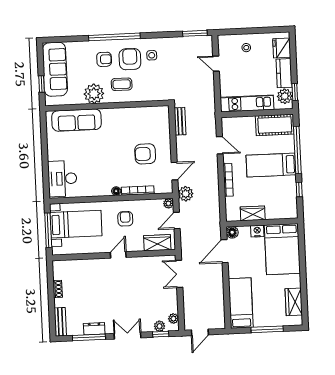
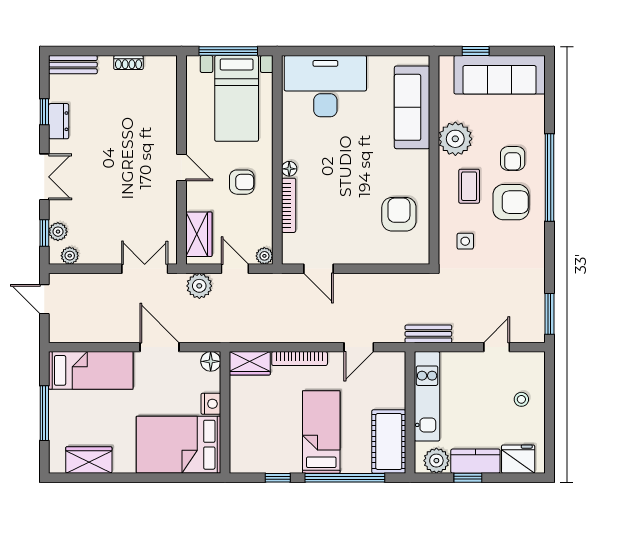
side table: (152, 55) -> (465, 241), moved
window: (295, 92) -> (468, 478), moved
bench: (180, 121) -> (428, 334), moved
armchair: (145, 154) -> (399, 214), moved
desk: (62, 179) -> (325, 86), width x1.36, depth x1.30
plant: (186, 194) -> (199, 286), moved
wardrobe: (253, 213) -> (250, 363), moved, turned 90
door: (225, 251) -> (159, 347), moved
window: (89, 337) -> (44, 112), width x0.46

